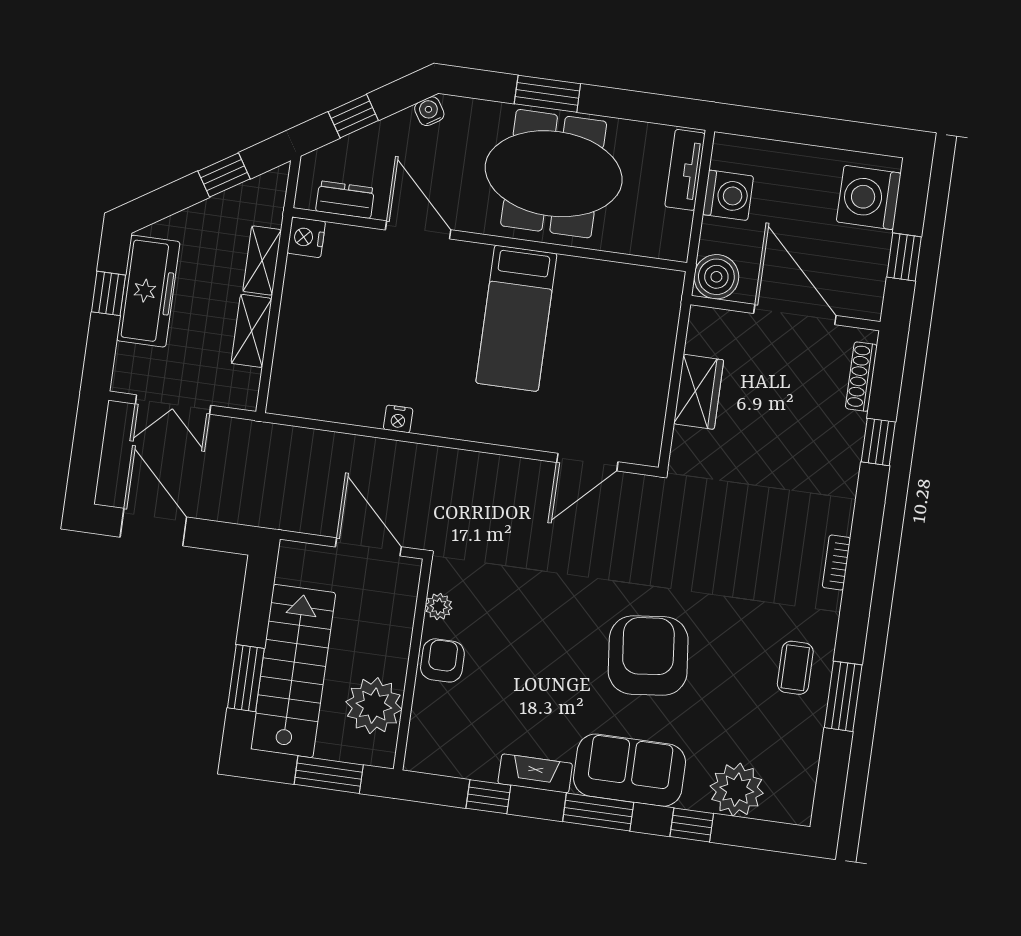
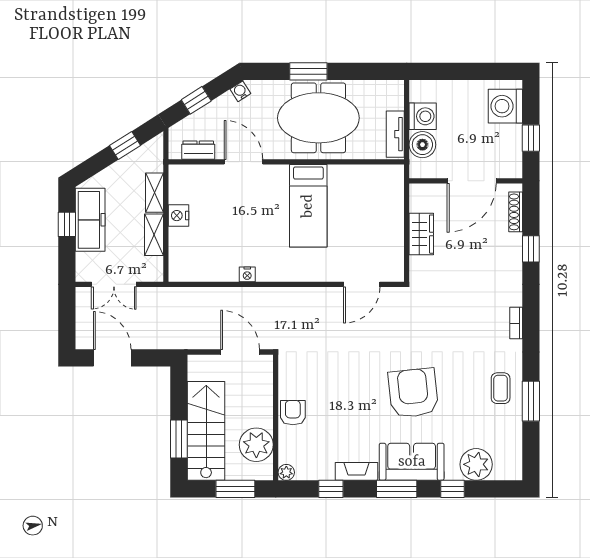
tv unit: (685, 170) -> (395, 134), moved
nightstand: (306, 237) -> (178, 216), moved
boiler: (716, 277) -> (422, 145), moved
door: (795, 315) -> (472, 181), swing flipped
plant: (439, 606) -> (286, 472), moved

